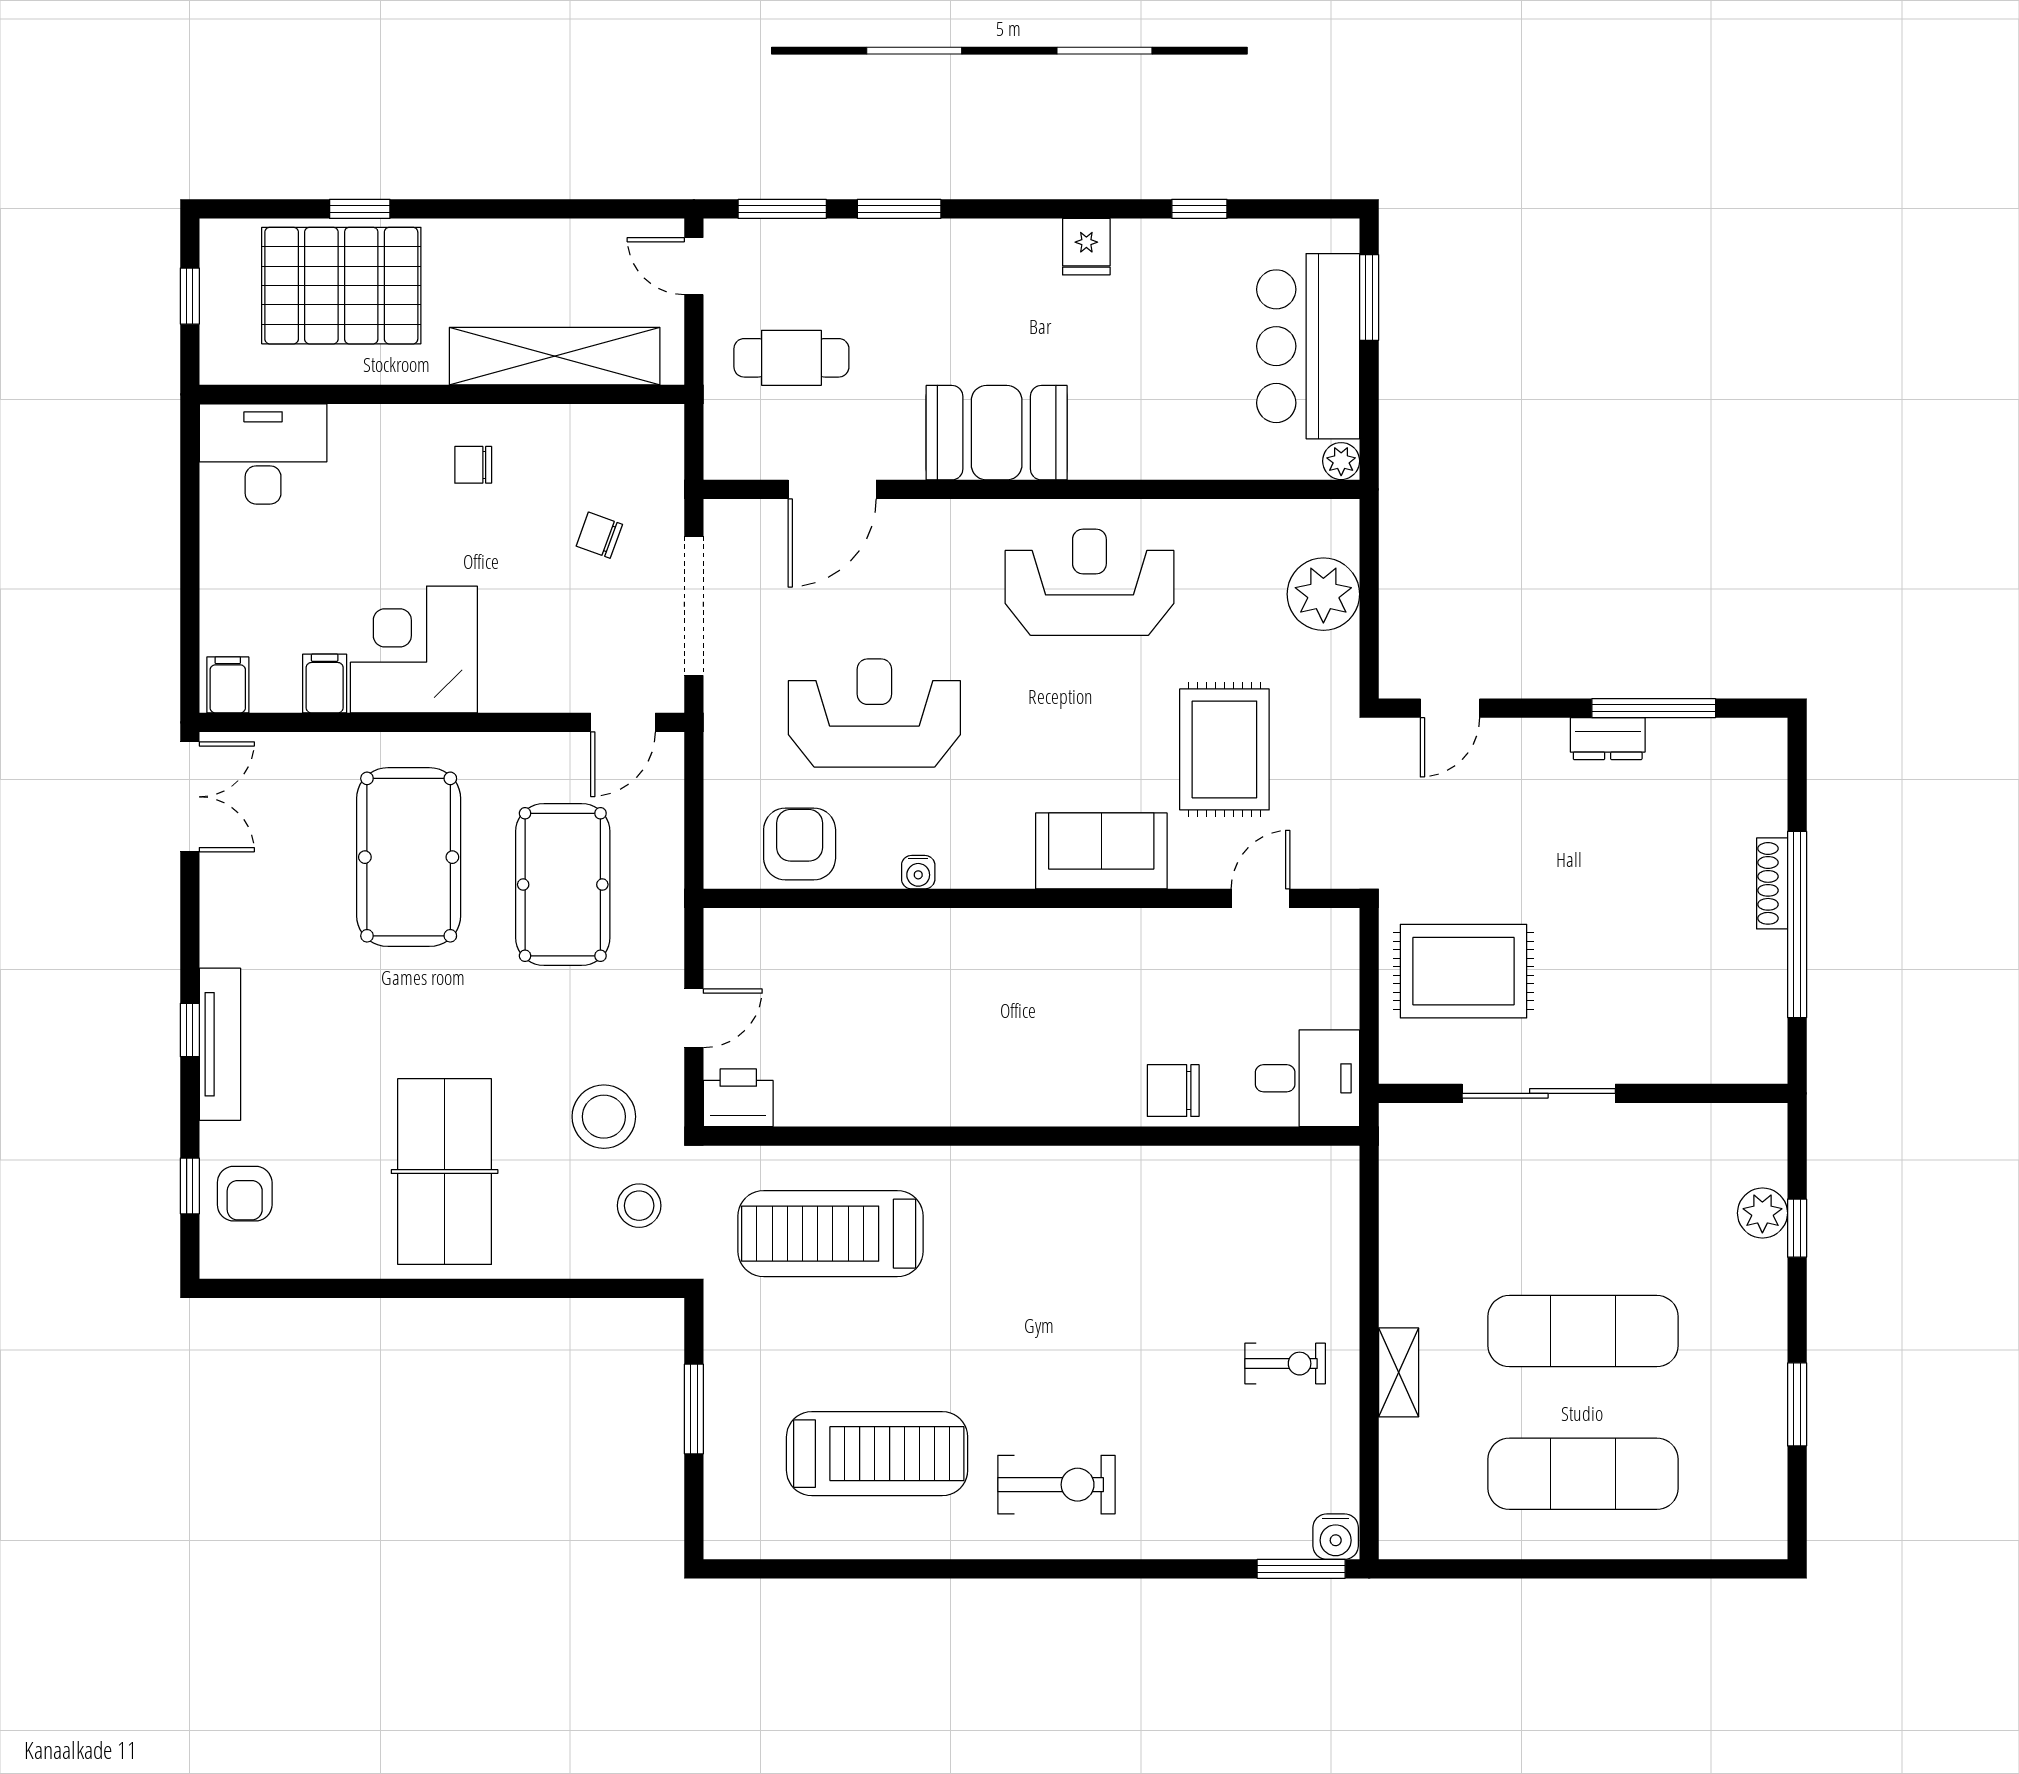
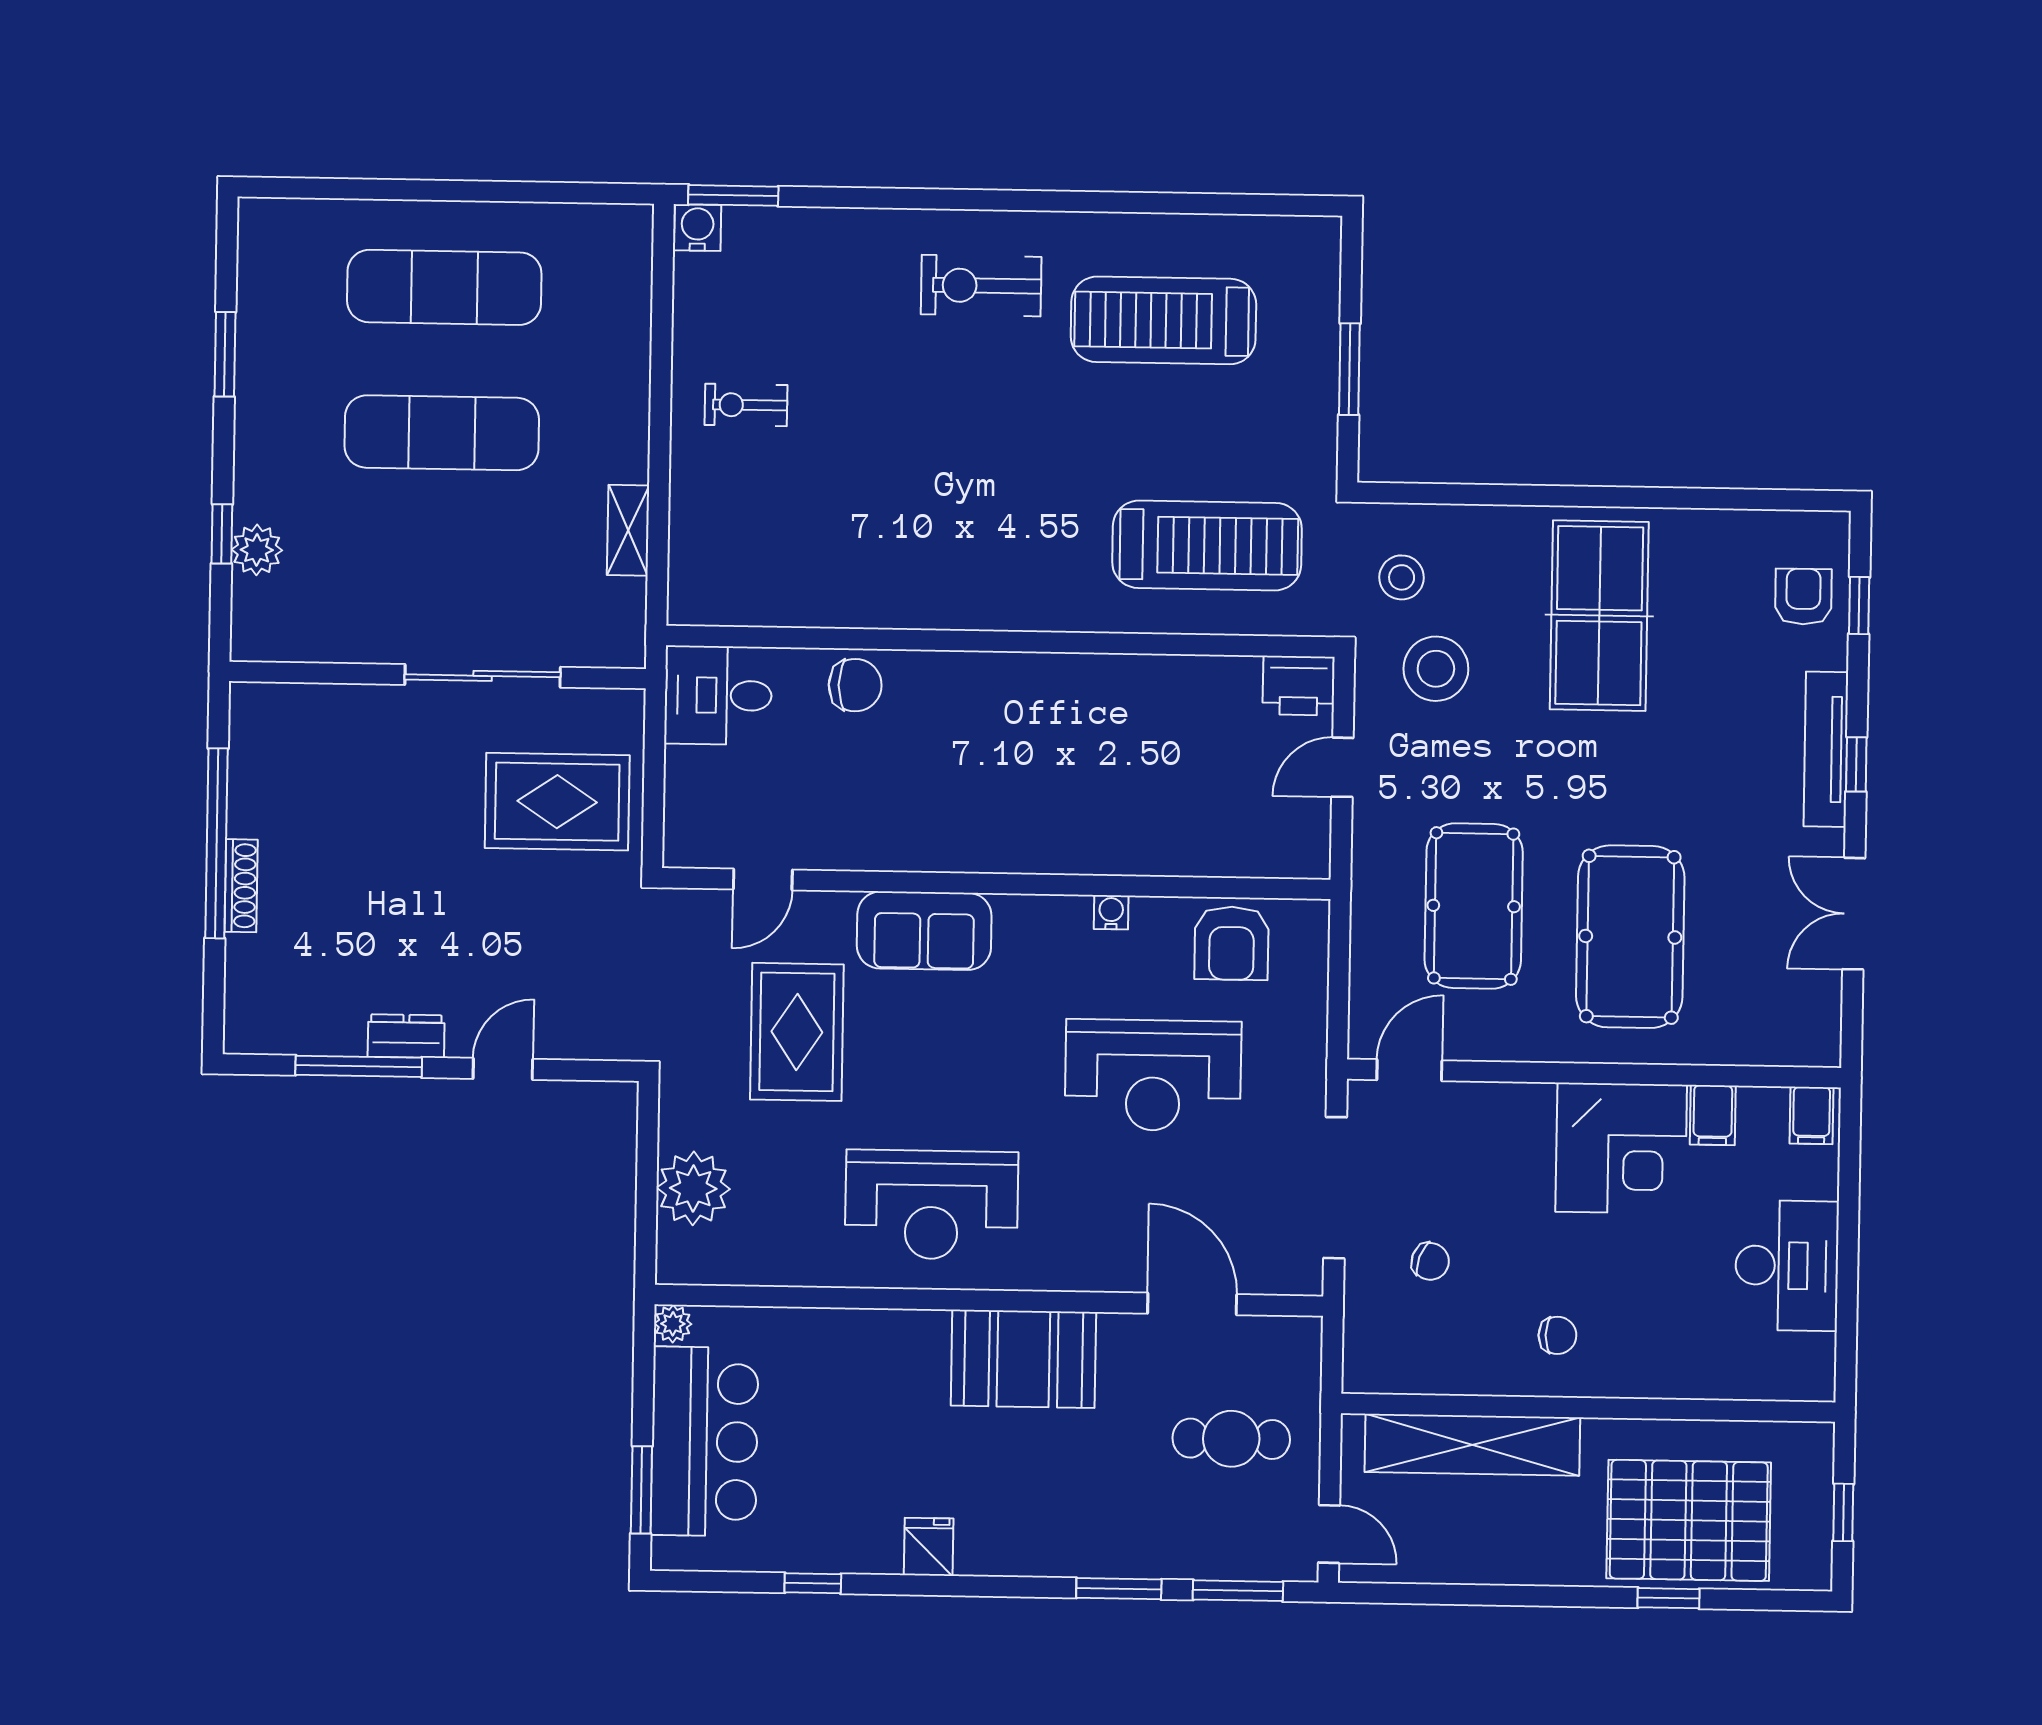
desk: (263, 454) -> (1787, 1266), moved, turned -90
door: (832, 489) -> (1192, 1304), hinge flipped
door: (1450, 708) -> (503, 1069), moved
double door: (190, 797) -> (1854, 914), moved
shelving: (1399, 1372) -> (628, 530), moved

